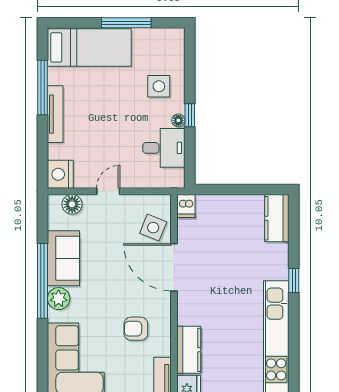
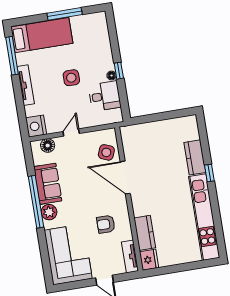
side table: (159, 86) -> (71, 78), moved
window: (43, 88) -> (12, 56), moved
dishwasher: (186, 206) -> (127, 134), removed
kitchen counter: (277, 218) -> (195, 157), moved

